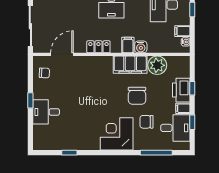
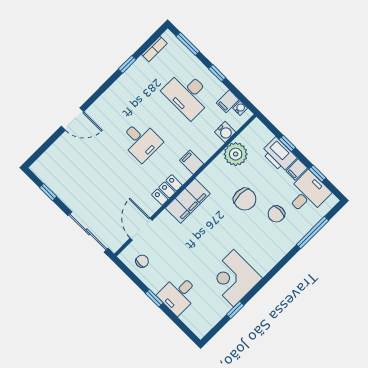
water cooler: (141, 47) -> (225, 132), moved
filing cabinet: (130, 65) -> (188, 201), moved
corner desk: (117, 134) -> (234, 278), moved

